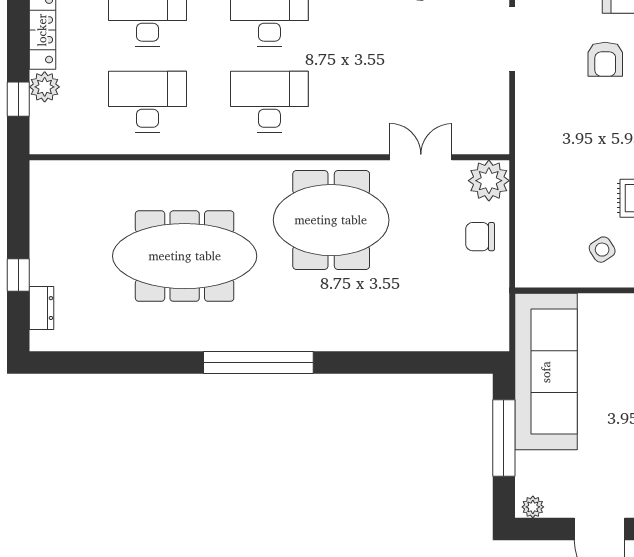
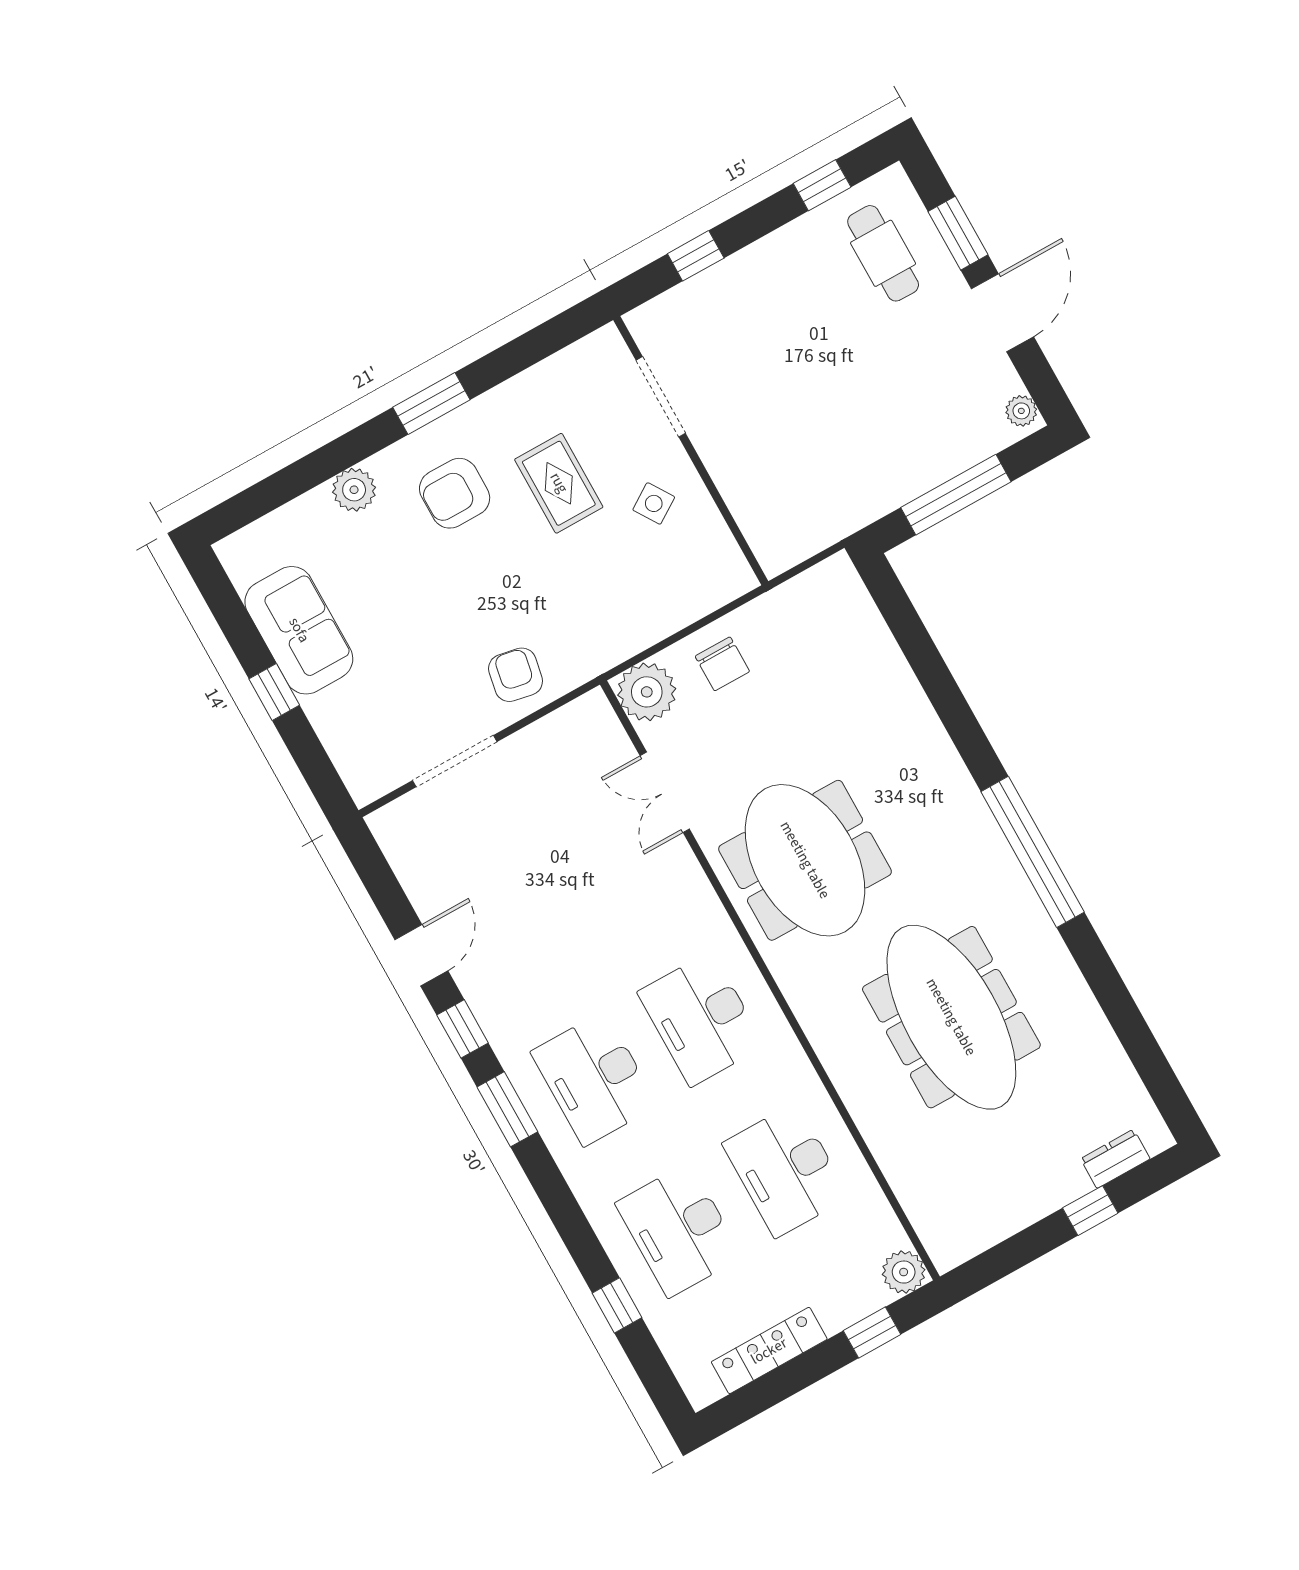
armchair: (605, 59) -> (516, 675), moved, turned -79
plant: (45, 87) -> (904, 1272), moved
sofa: (546, 372) -> (844, 488), removed

